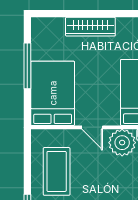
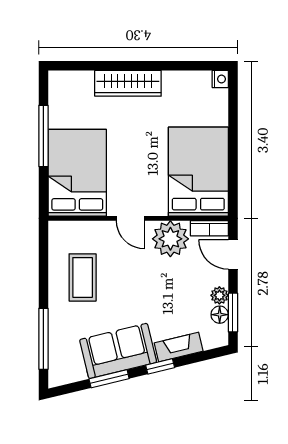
coffee table: (57, 171) -> (83, 277), width x0.73, depth x0.76

